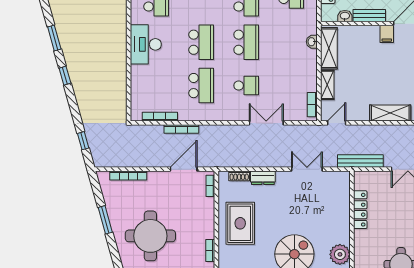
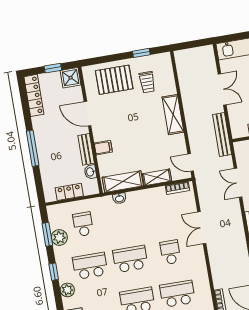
filing cabinet: (387, 34) -> (103, 148), moved

